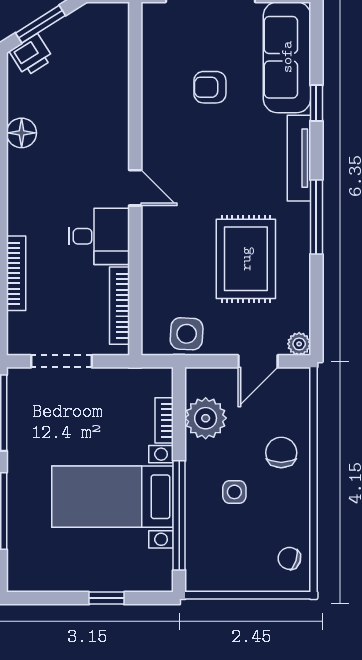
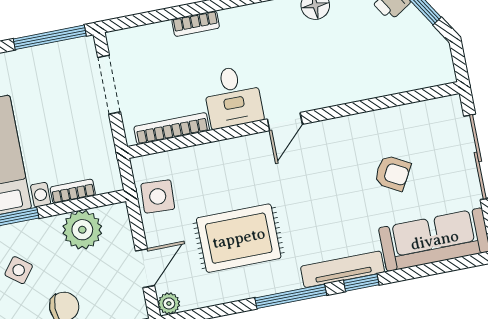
armchair: (210, 87) -> (392, 173), turned 119
window: (316, 103) -> (361, 283), moved
bookcase: (16, 273) -> (196, 24), width x0.64
door: (258, 361) -> (145, 268), swing flipped
side table: (234, 492) -> (19, 270), turned 37

